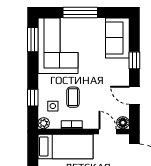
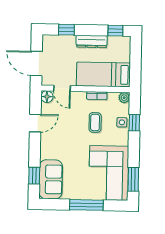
window: (134, 60) -> (34, 176), moved
door: (134, 95) -> (35, 123), hinge flipped
side table: (53, 106) -> (122, 122), moved

